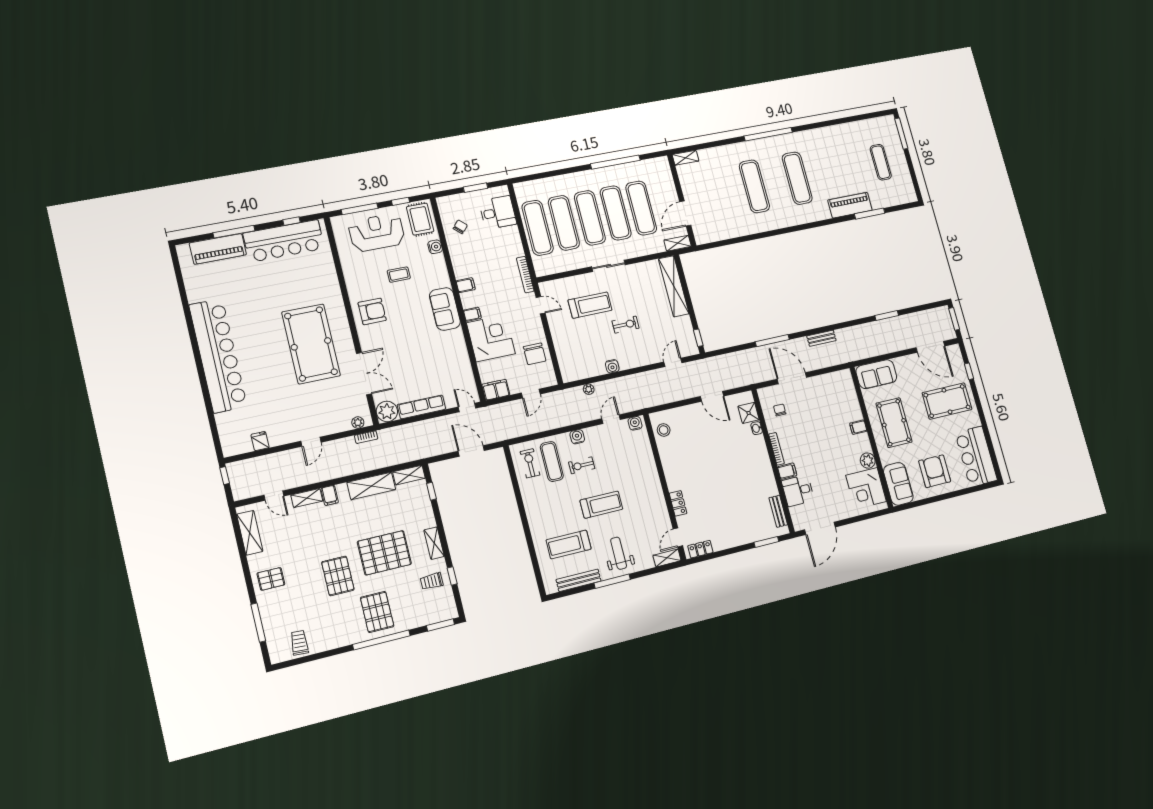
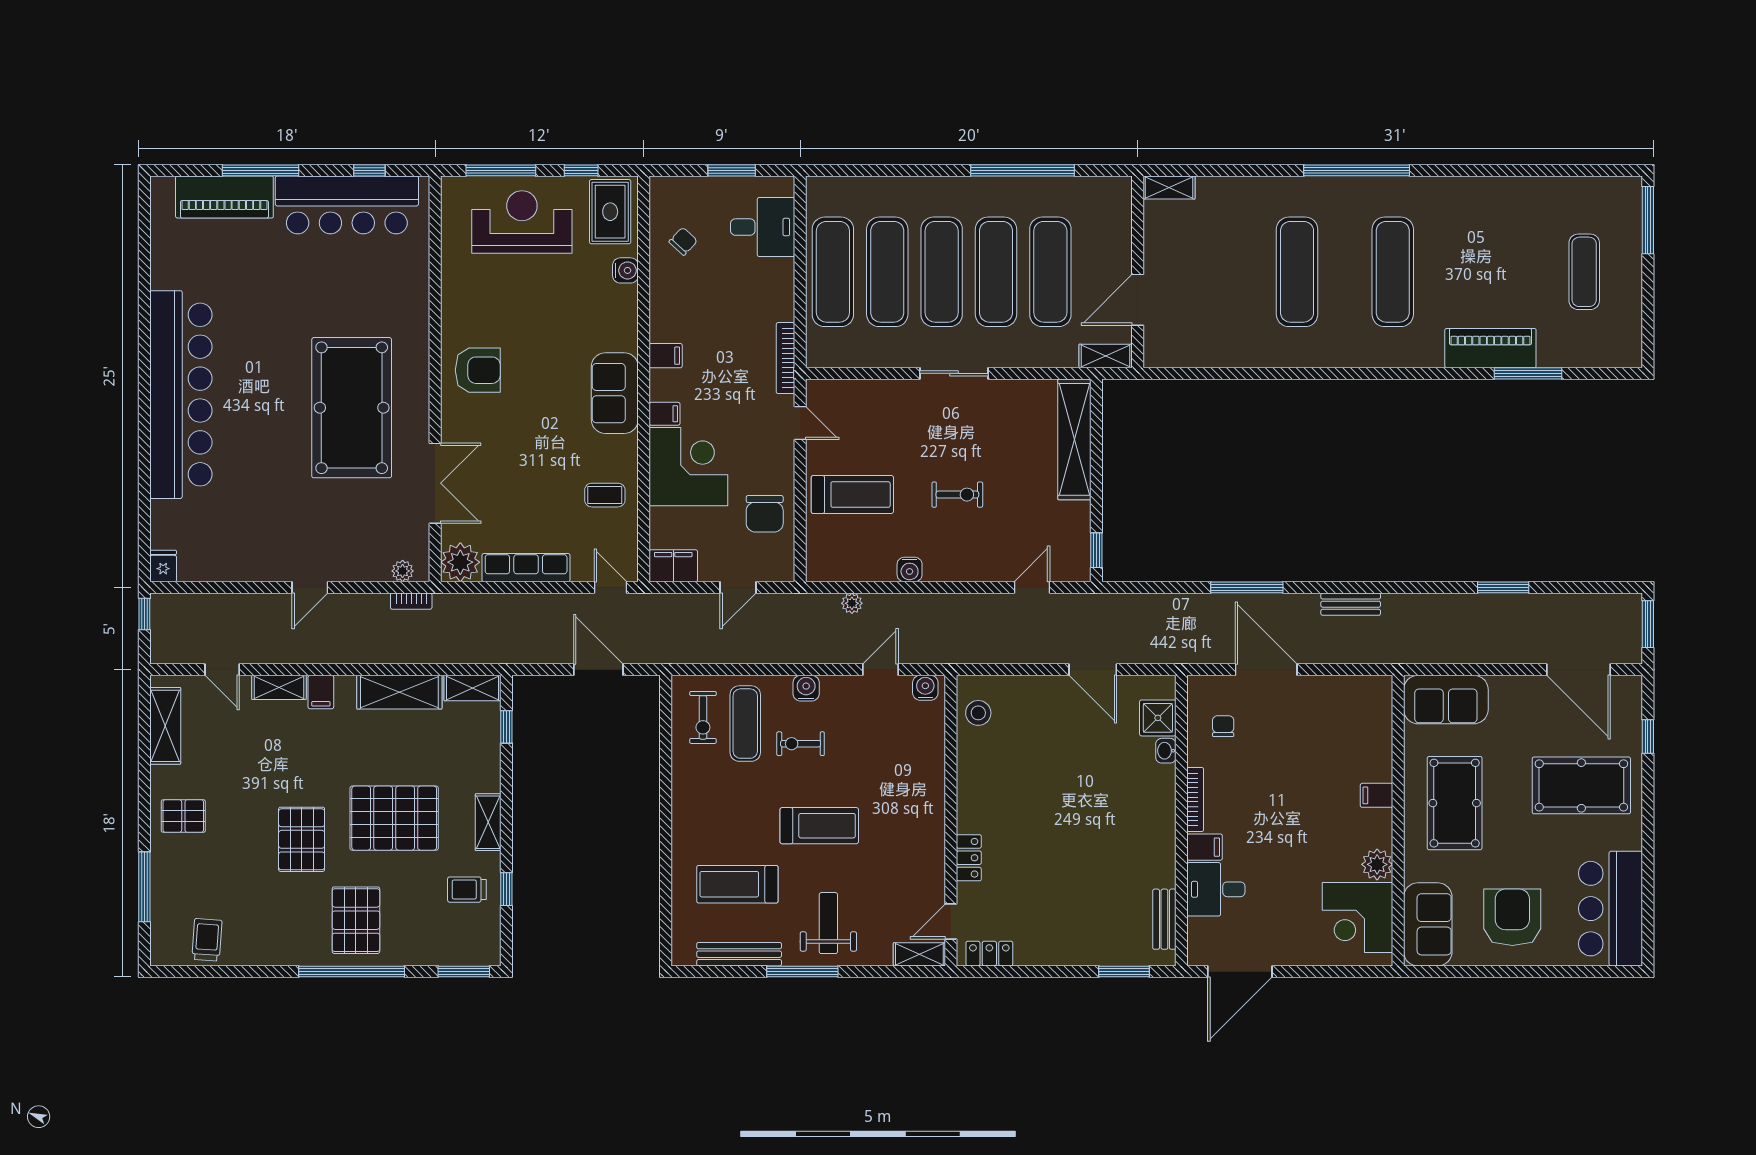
coffee table: (399, 275) -> (605, 495), moved
treadmill: (590, 305) -> (852, 495), moved
fridge: (260, 441) -> (163, 566), moved
exercise bike: (530, 463) -> (703, 717), turned 180

